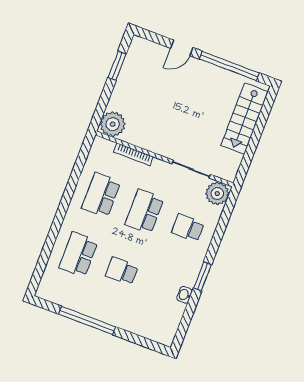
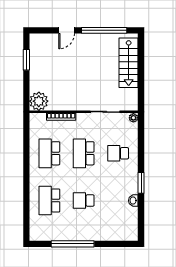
plant: (217, 194) -> (133, 118), width x0.53, depth x0.53

